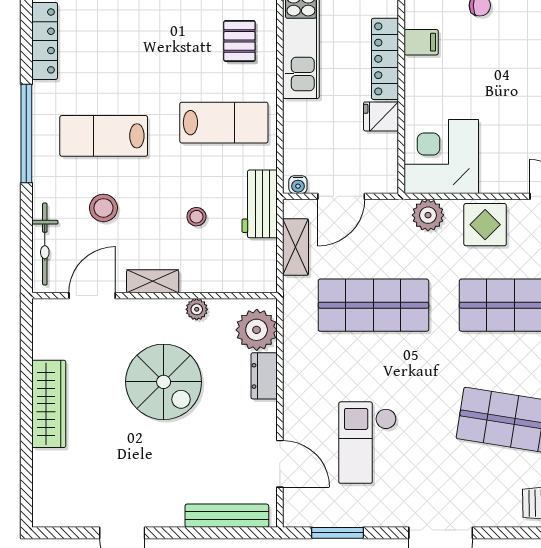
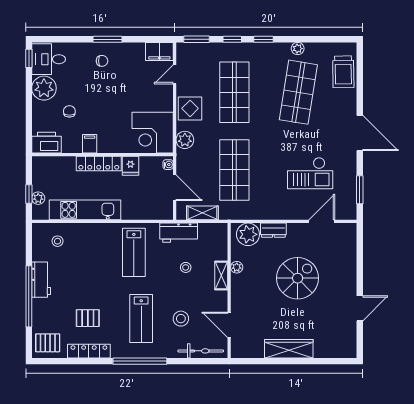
pallet: (239, 41) -> (88, 318), moved
lab bench: (224, 123) -> (134, 252), turned 180
water cooler: (298, 185) -> (168, 165), moved
shelving: (153, 281) -> (221, 276), moved
spiral stairs: (164, 382) -> (298, 278), moved
bench: (227, 516) -> (350, 251), removed

